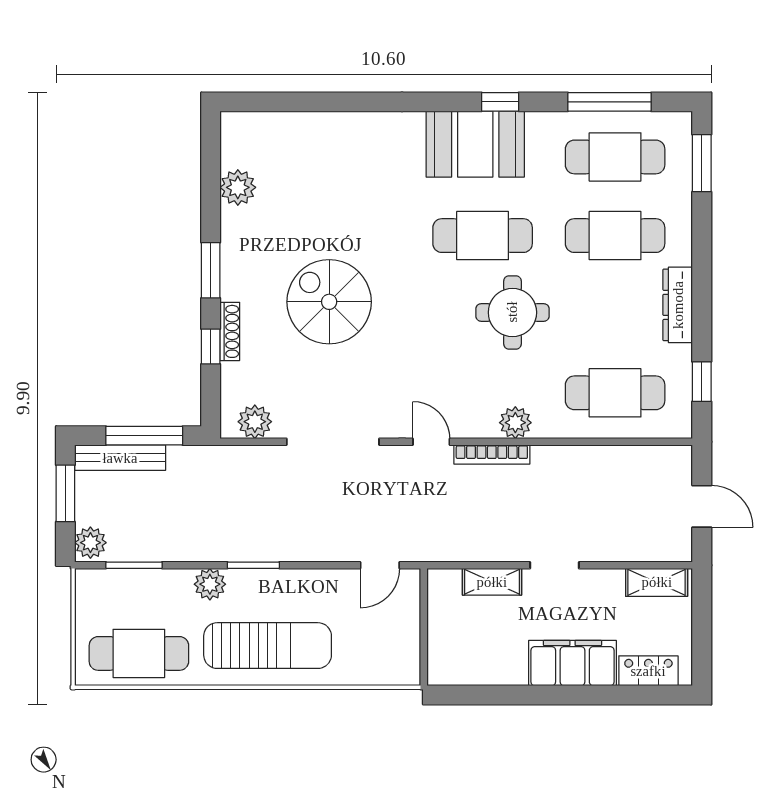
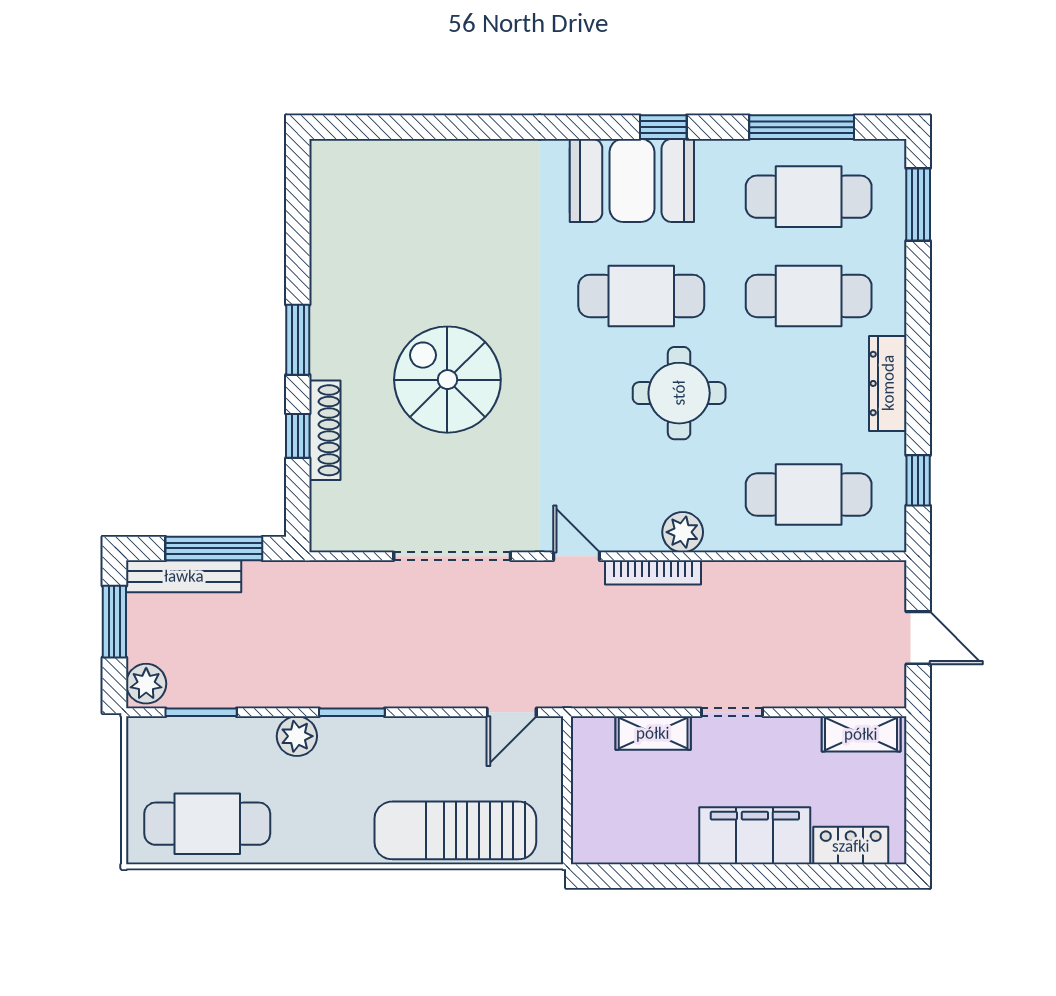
plant: (238, 187) -> (332, 235), removed
shoe rack: (230, 331) -> (325, 430), width x1.36, depth x1.24
plant: (255, 422) -> (354, 531), removed
sun lounger: (268, 646) -> (455, 830), moved, turned 180

